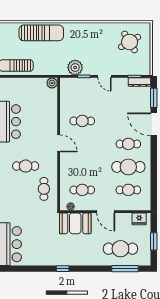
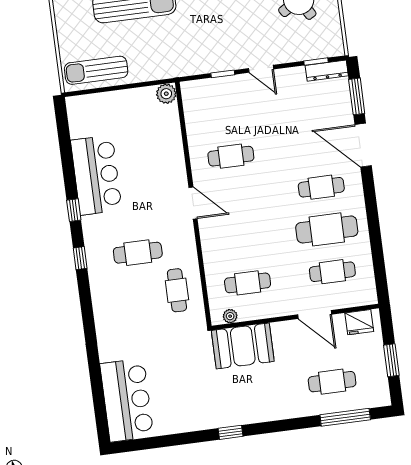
plant: (75, 68) -> (205, 60), removed
door: (106, 212) -> (315, 314), moved
cafe table: (120, 249) -> (332, 382), width x0.73, depth x0.74

